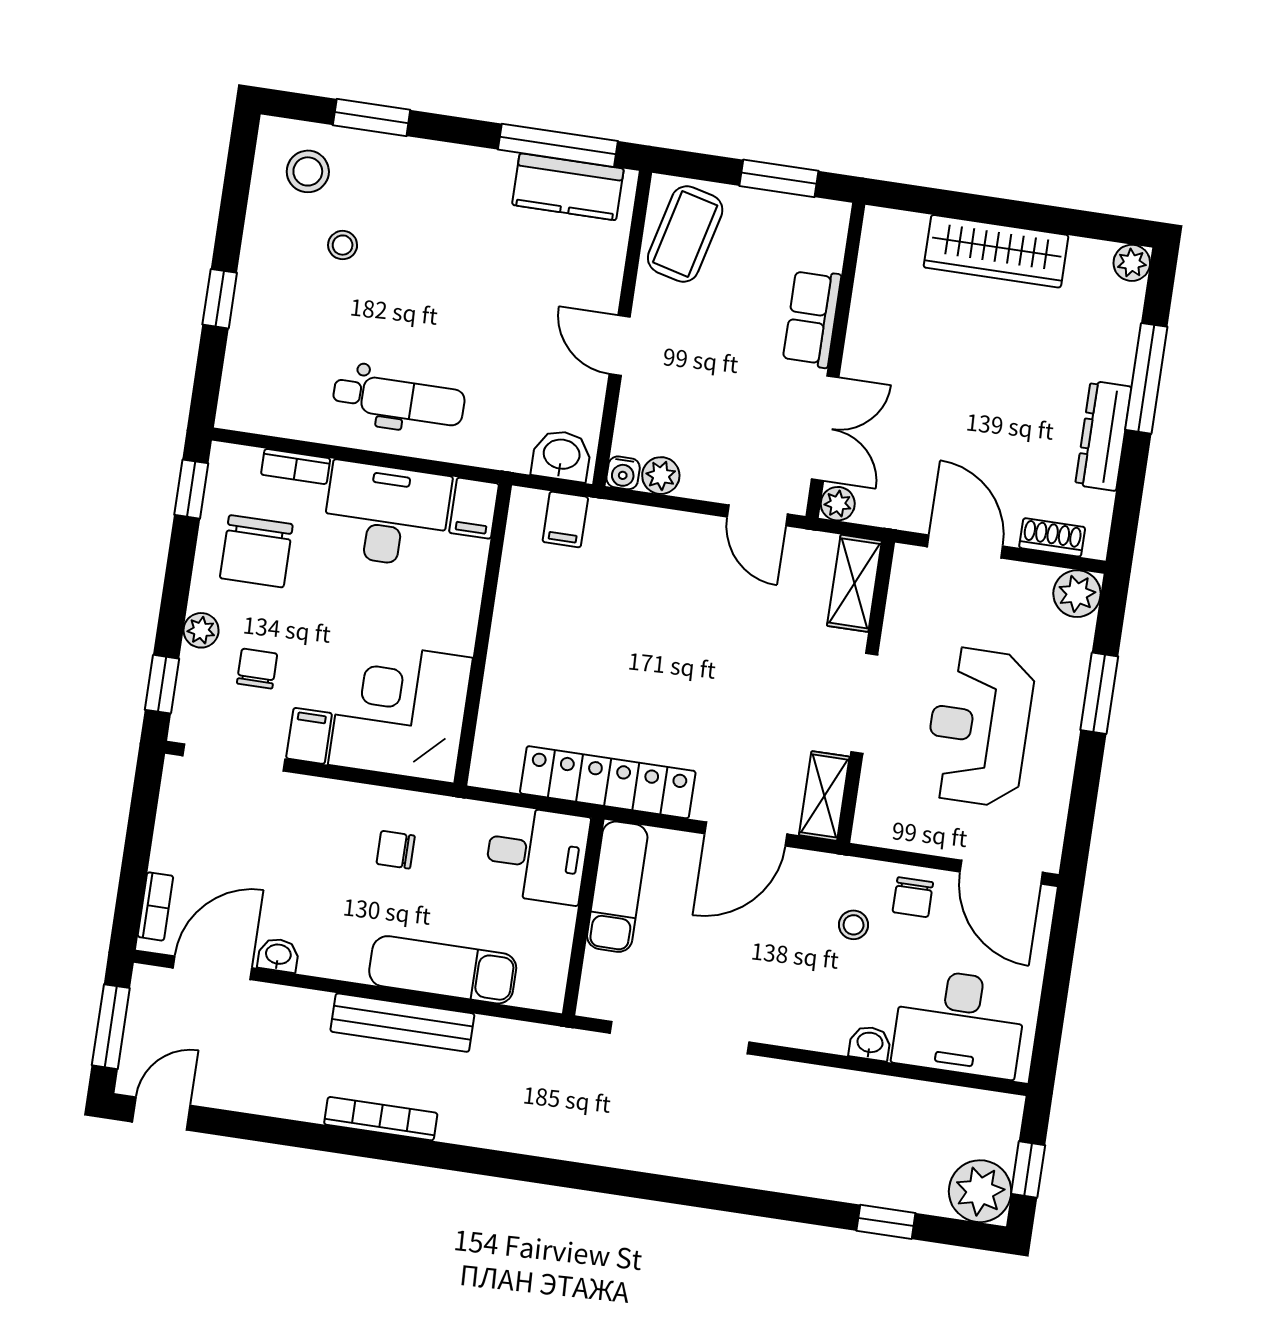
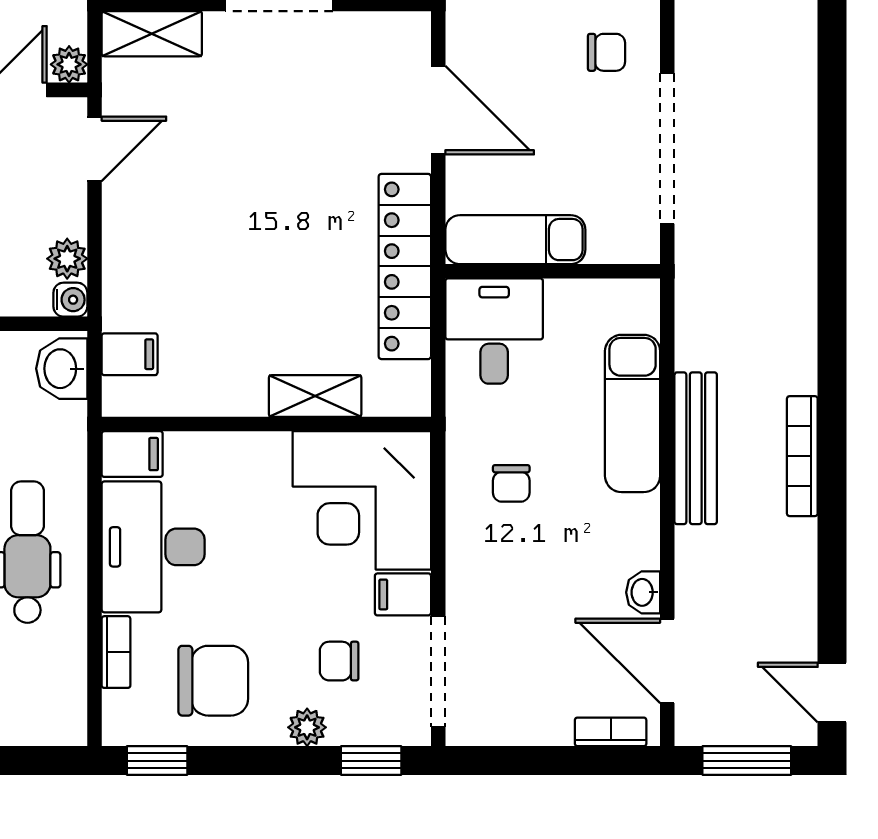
shelving: (824, 796) -> (315, 396), moved
chair: (776, 995) -> (606, 52), added

